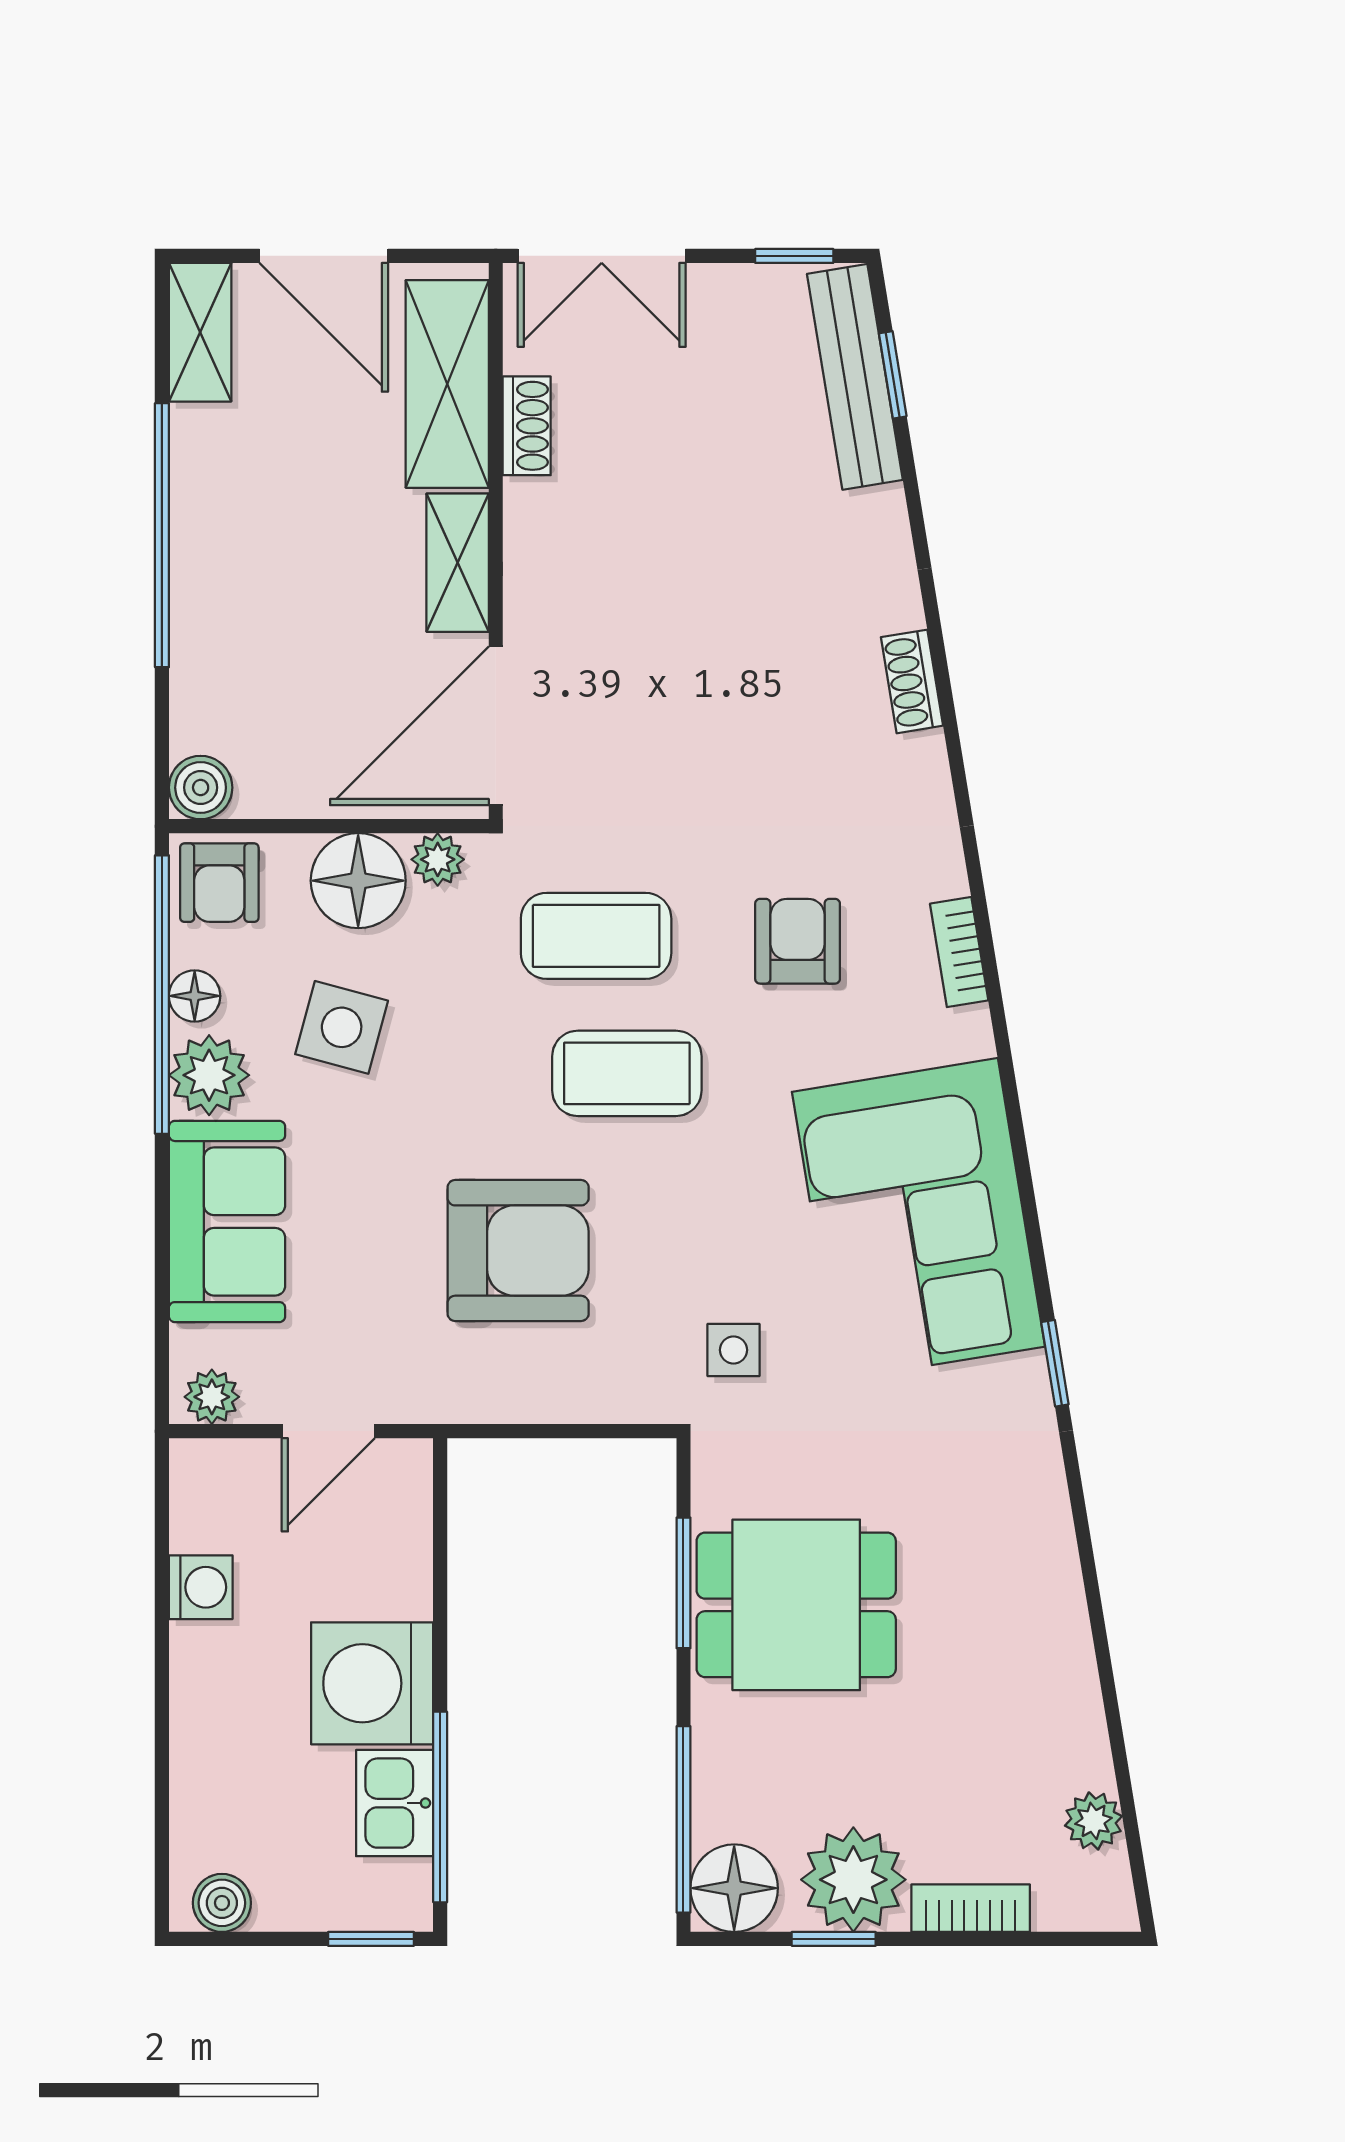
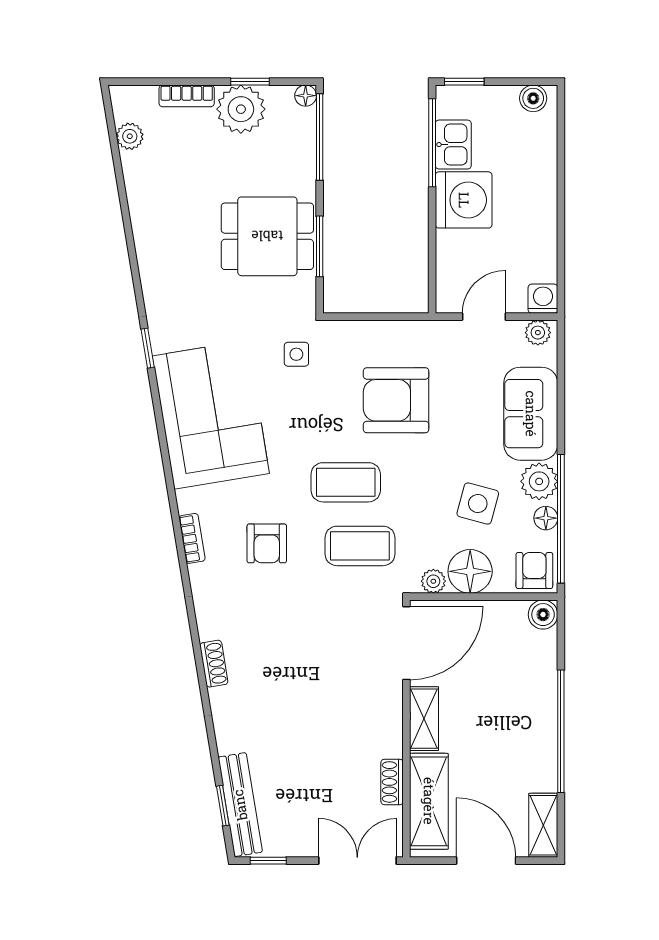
washing machine: (201, 1587) -> (543, 299), moved, turned 90
floor lamp: (734, 1888) -> (306, 96), width x0.53, depth x0.53

